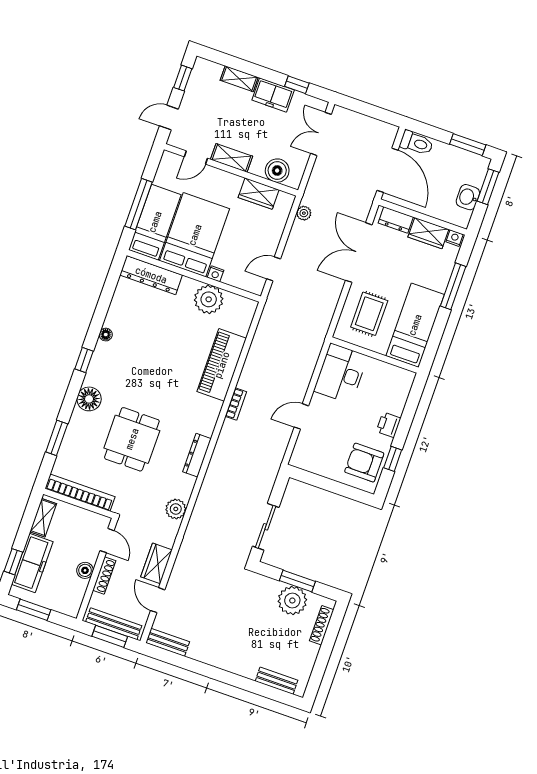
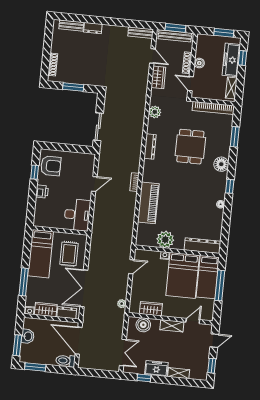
double door: (359, 253) -> (84, 288), swing flipped
sliding door: (266, 527) -> (98, 127), moved
plant: (292, 600) -> (73, 75), removed
dresser: (243, 668) -> (93, 28), added

